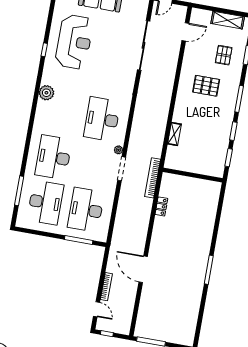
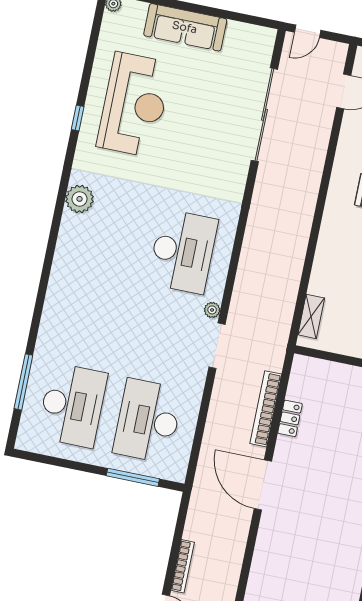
desk: (102, 119) -> (183, 251), turned 180
shelving: (174, 134) -> (311, 316), moved
desk: (53, 157) -> (90, 321), removed
bookcase: (153, 178) -> (266, 409), moved
door: (143, 269) -> (263, 485), moved

